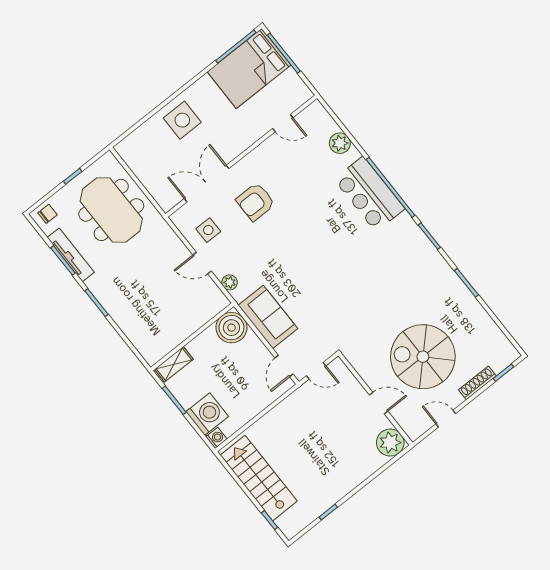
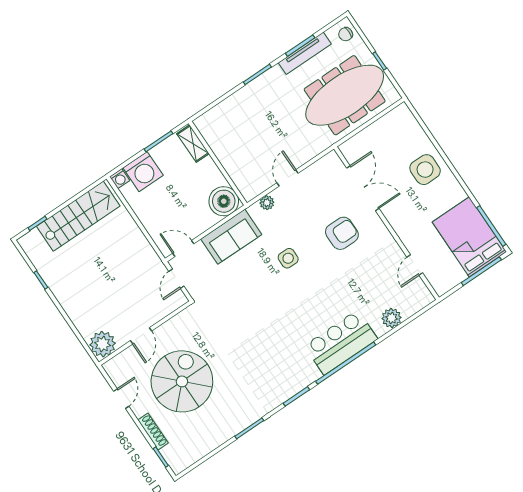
armchair: (255, 202) -> (342, 233), turned 90
meeting table: (111, 210) -> (345, 95), width x1.36
chair: (47, 214) -> (346, 34), turned 90
side table: (208, 230) -> (288, 258), moved

